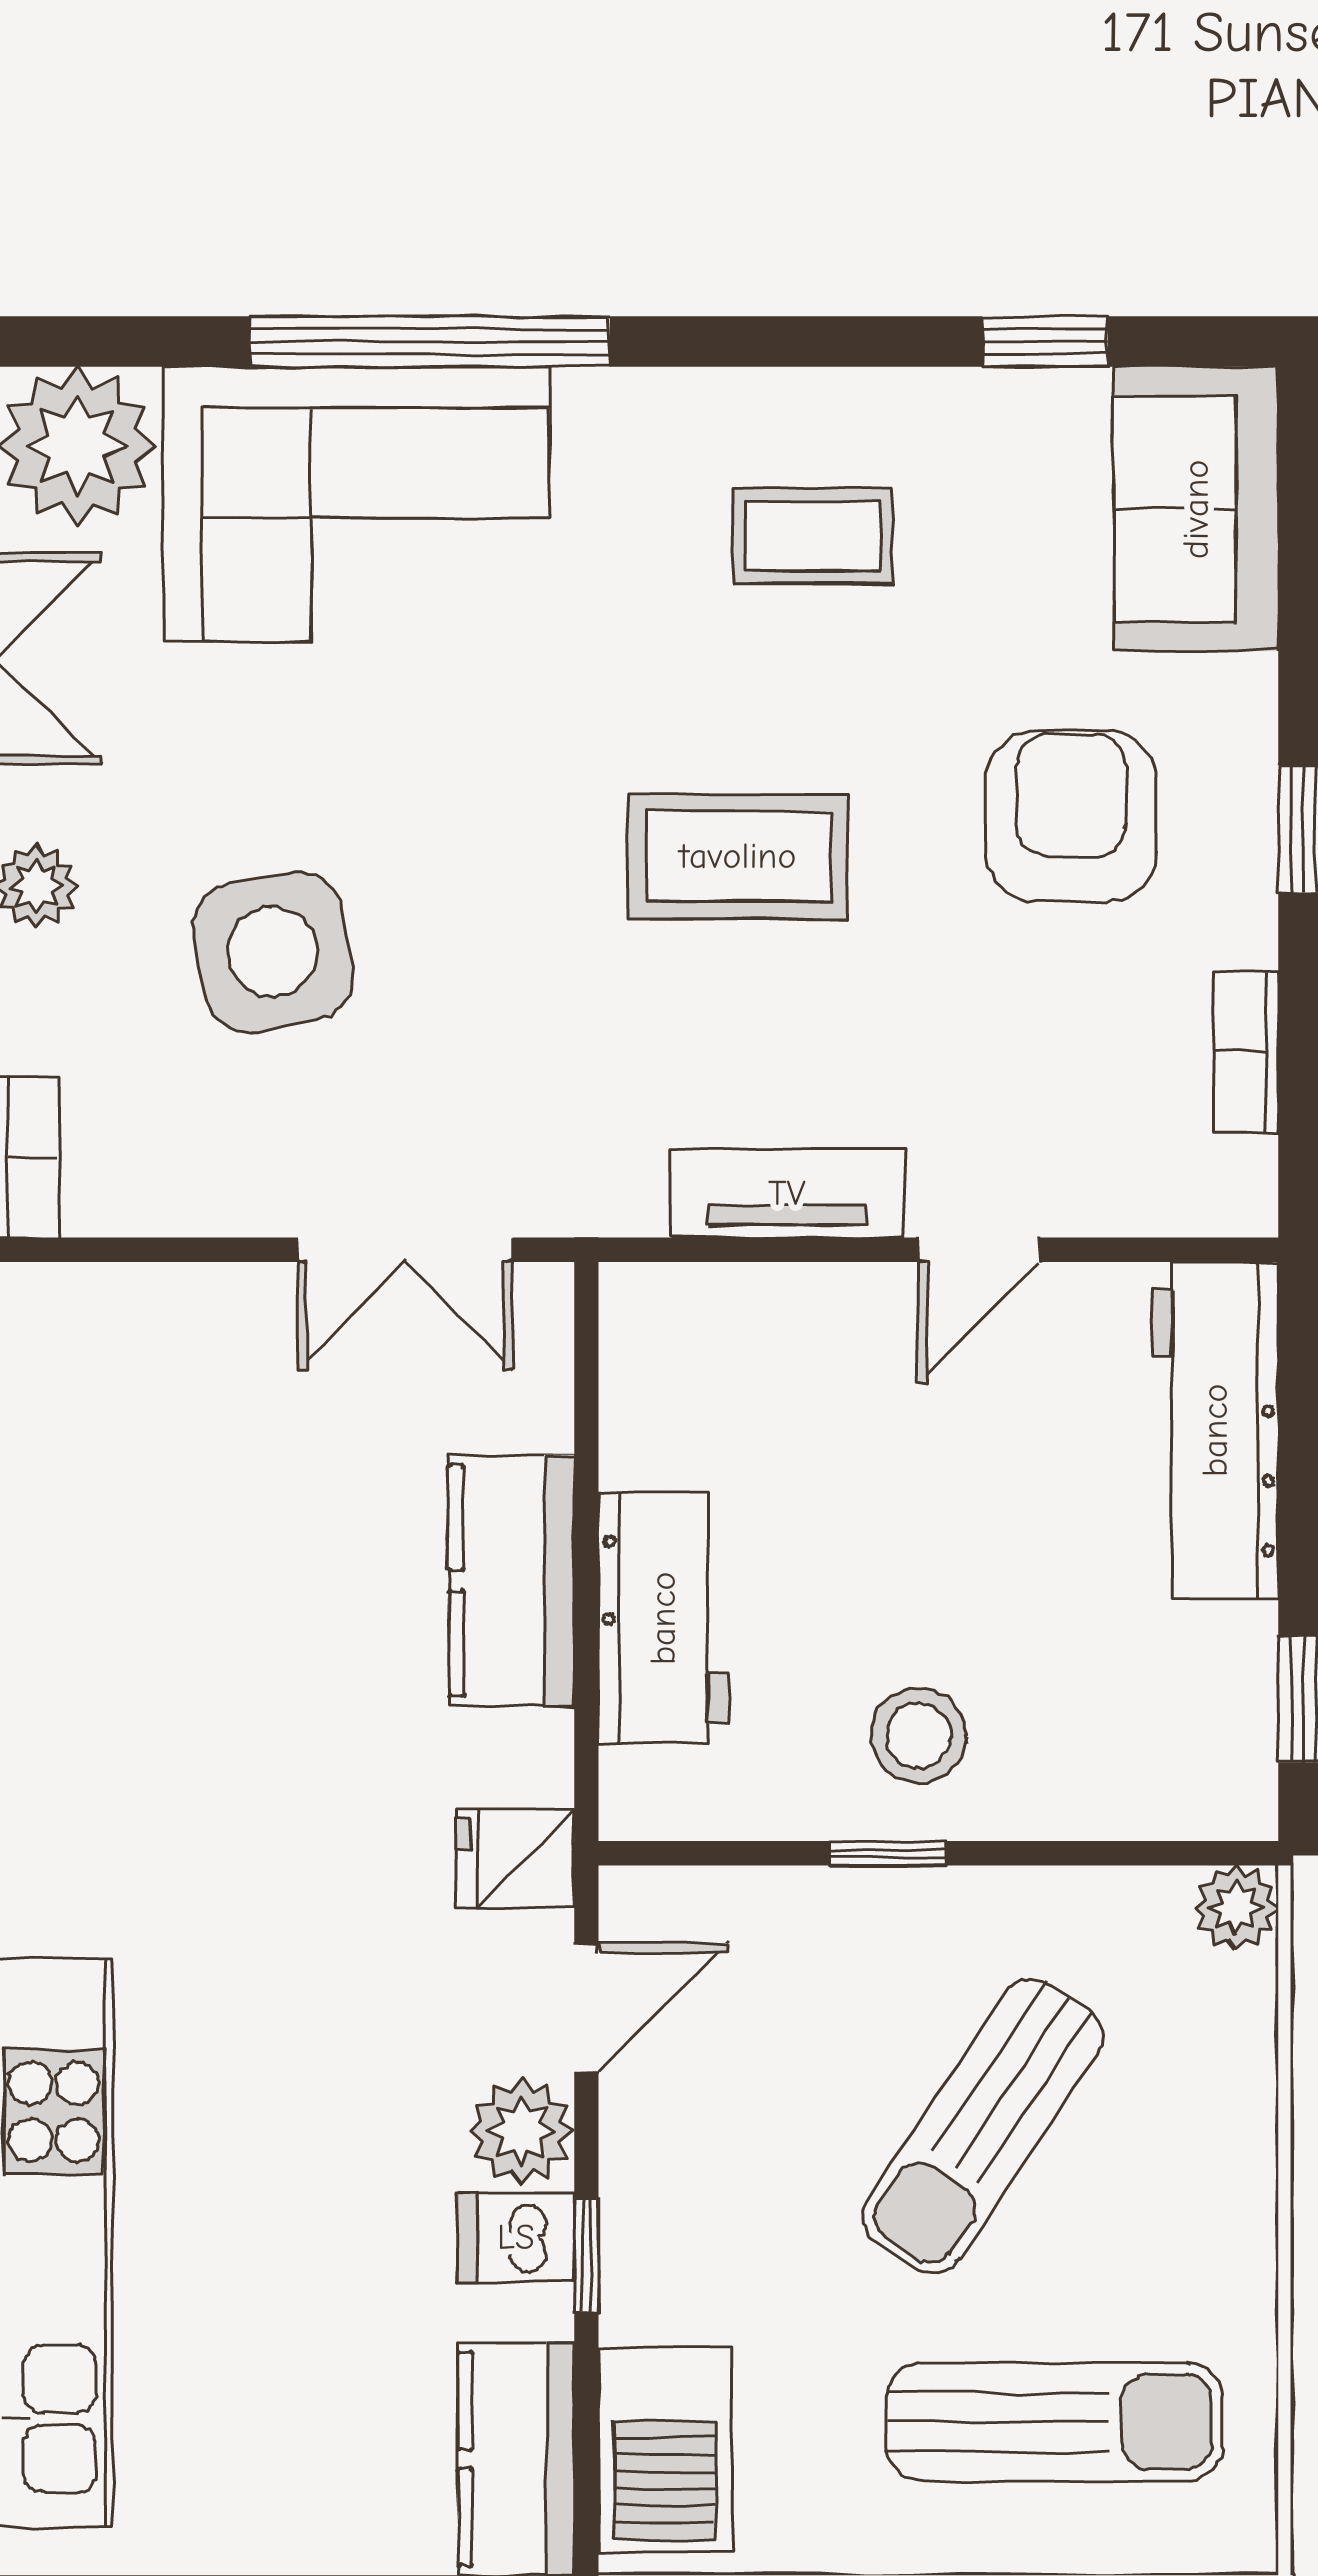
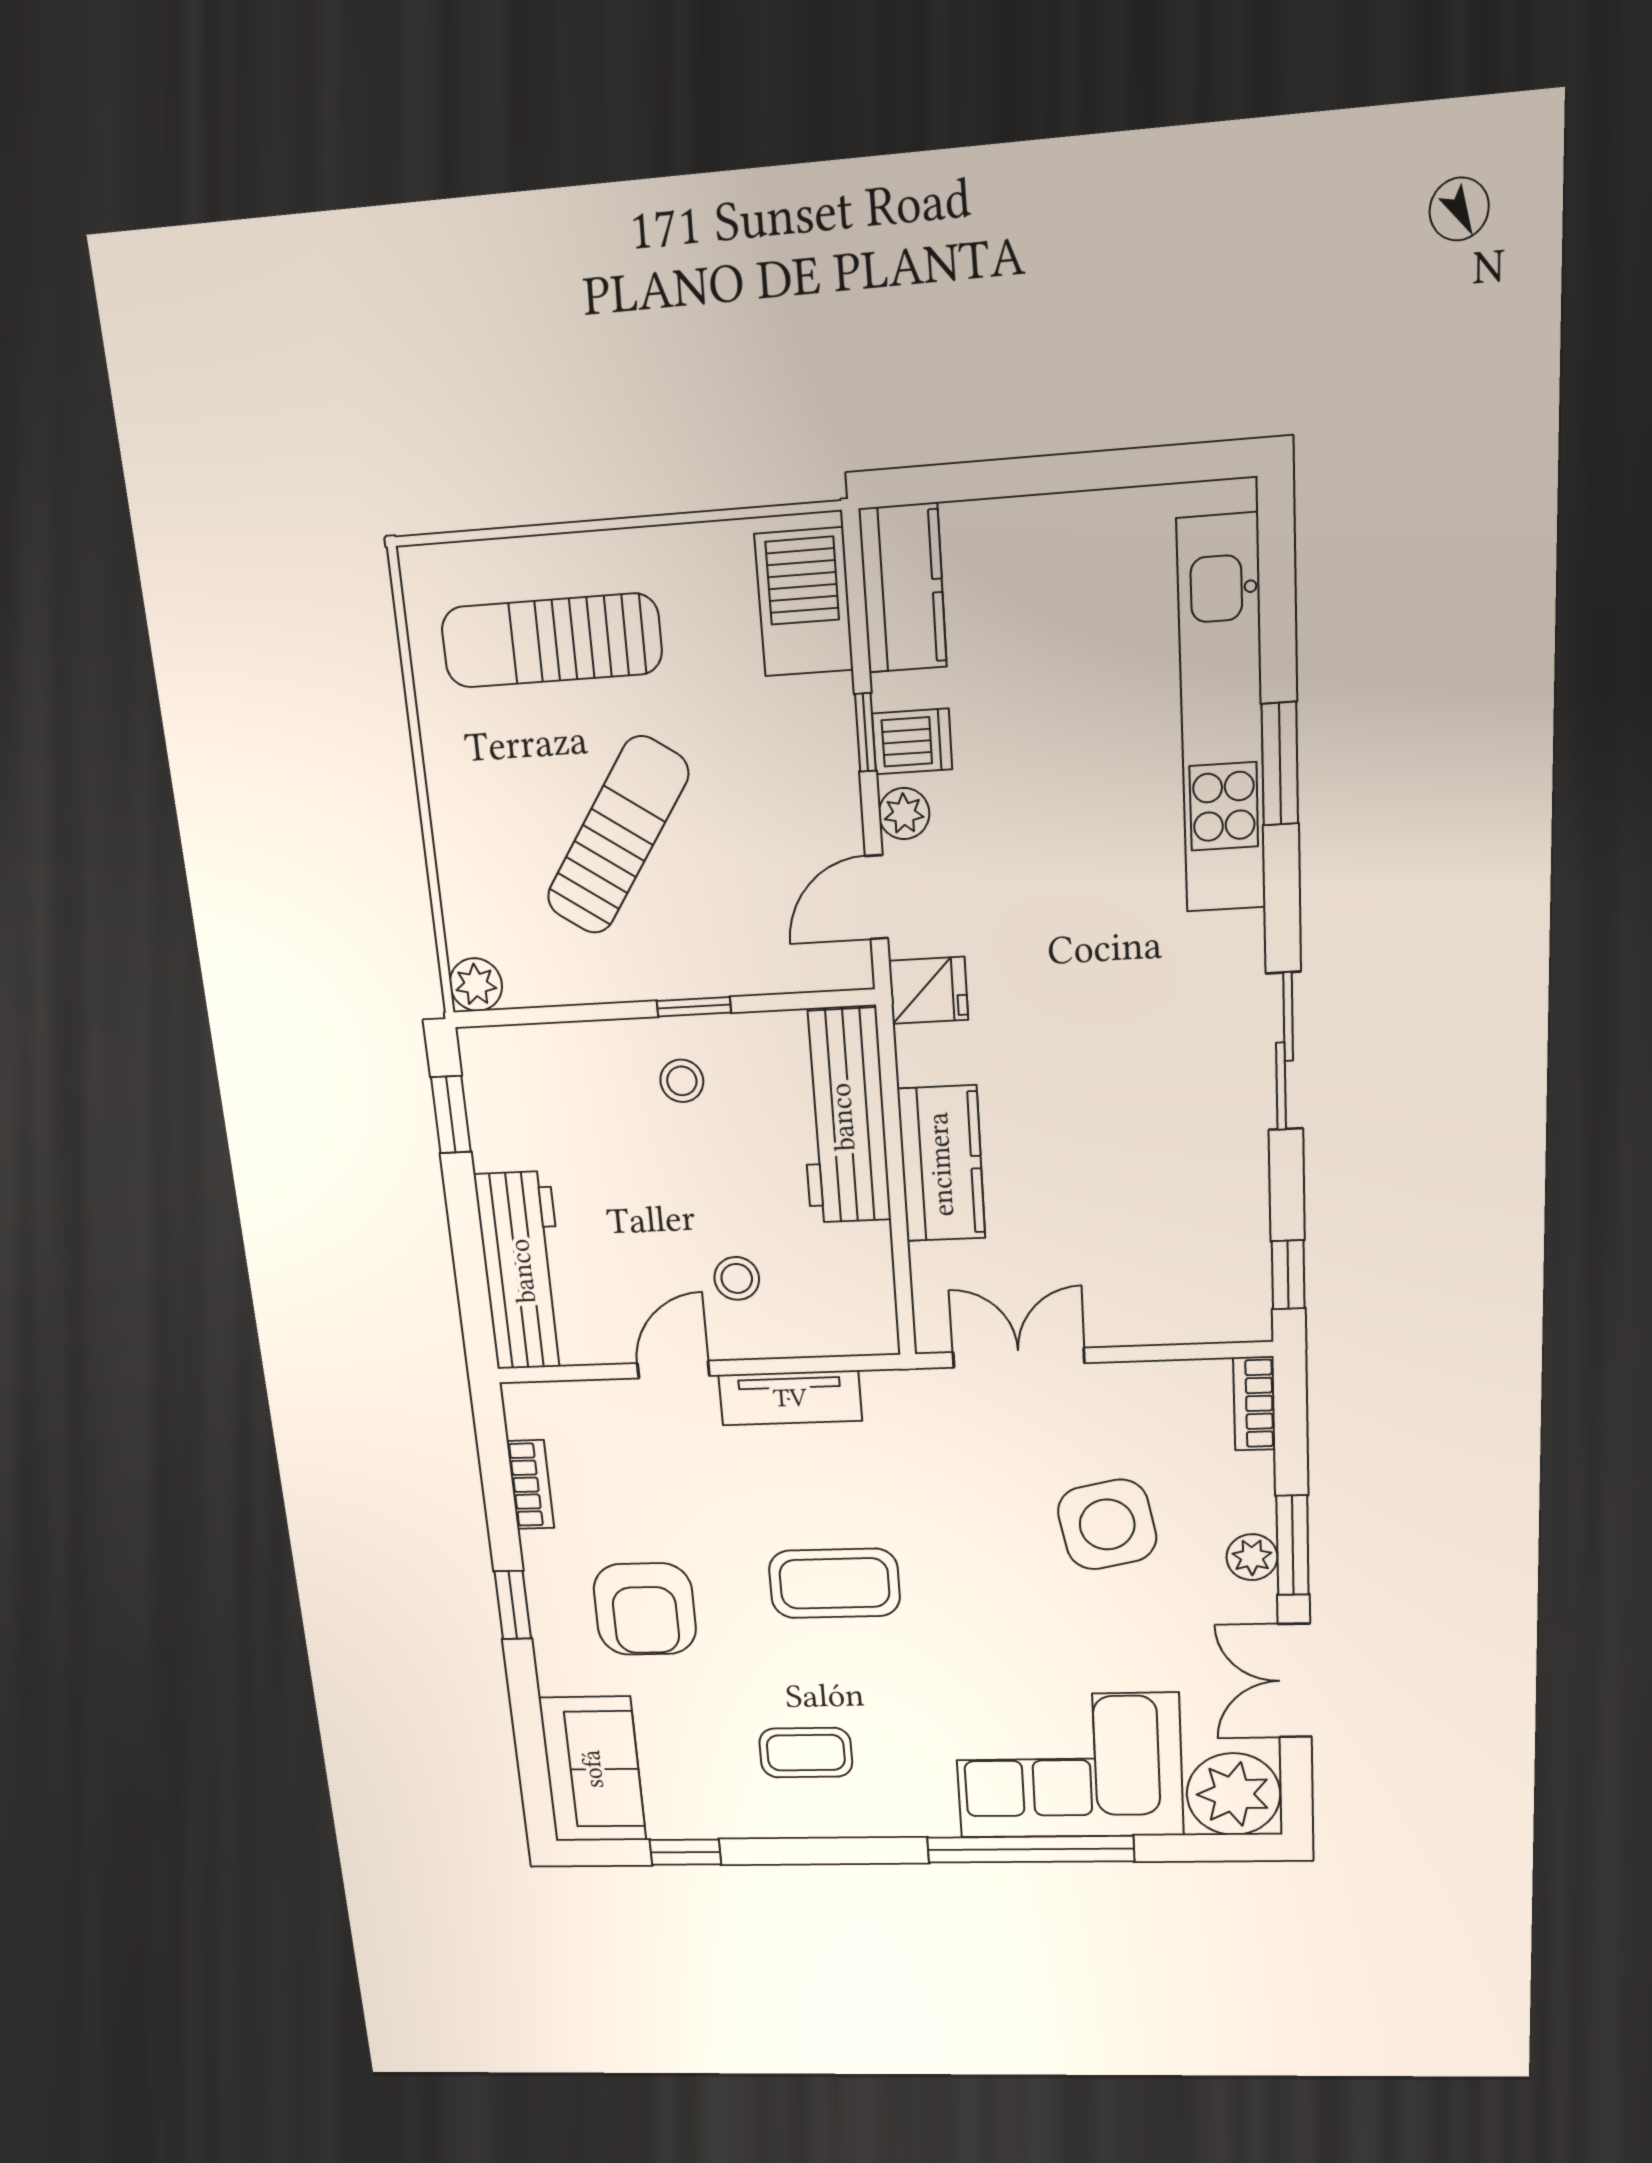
stool: (859, 1403) -> (737, 1278), added
workbench: (663, 1618) -> (843, 1117), width x1.37
stool: (919, 1736) -> (682, 1081), width x0.73, depth x0.73
plant: (521, 2131) -> (904, 814), width x0.73, depth x0.73

